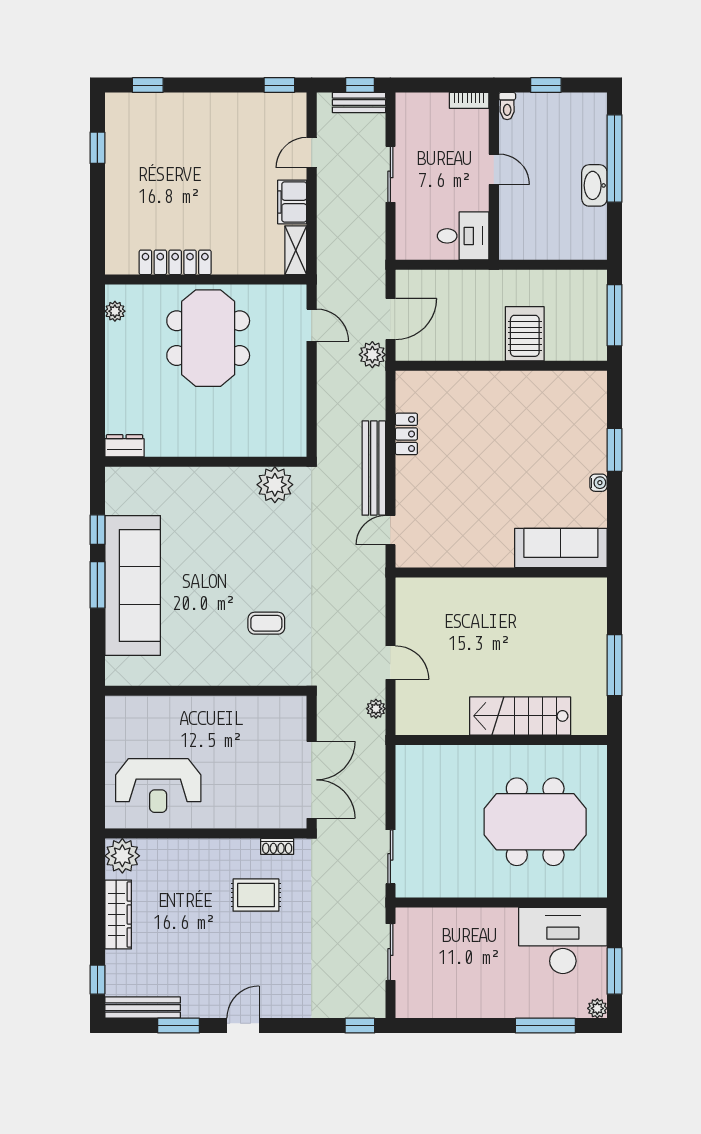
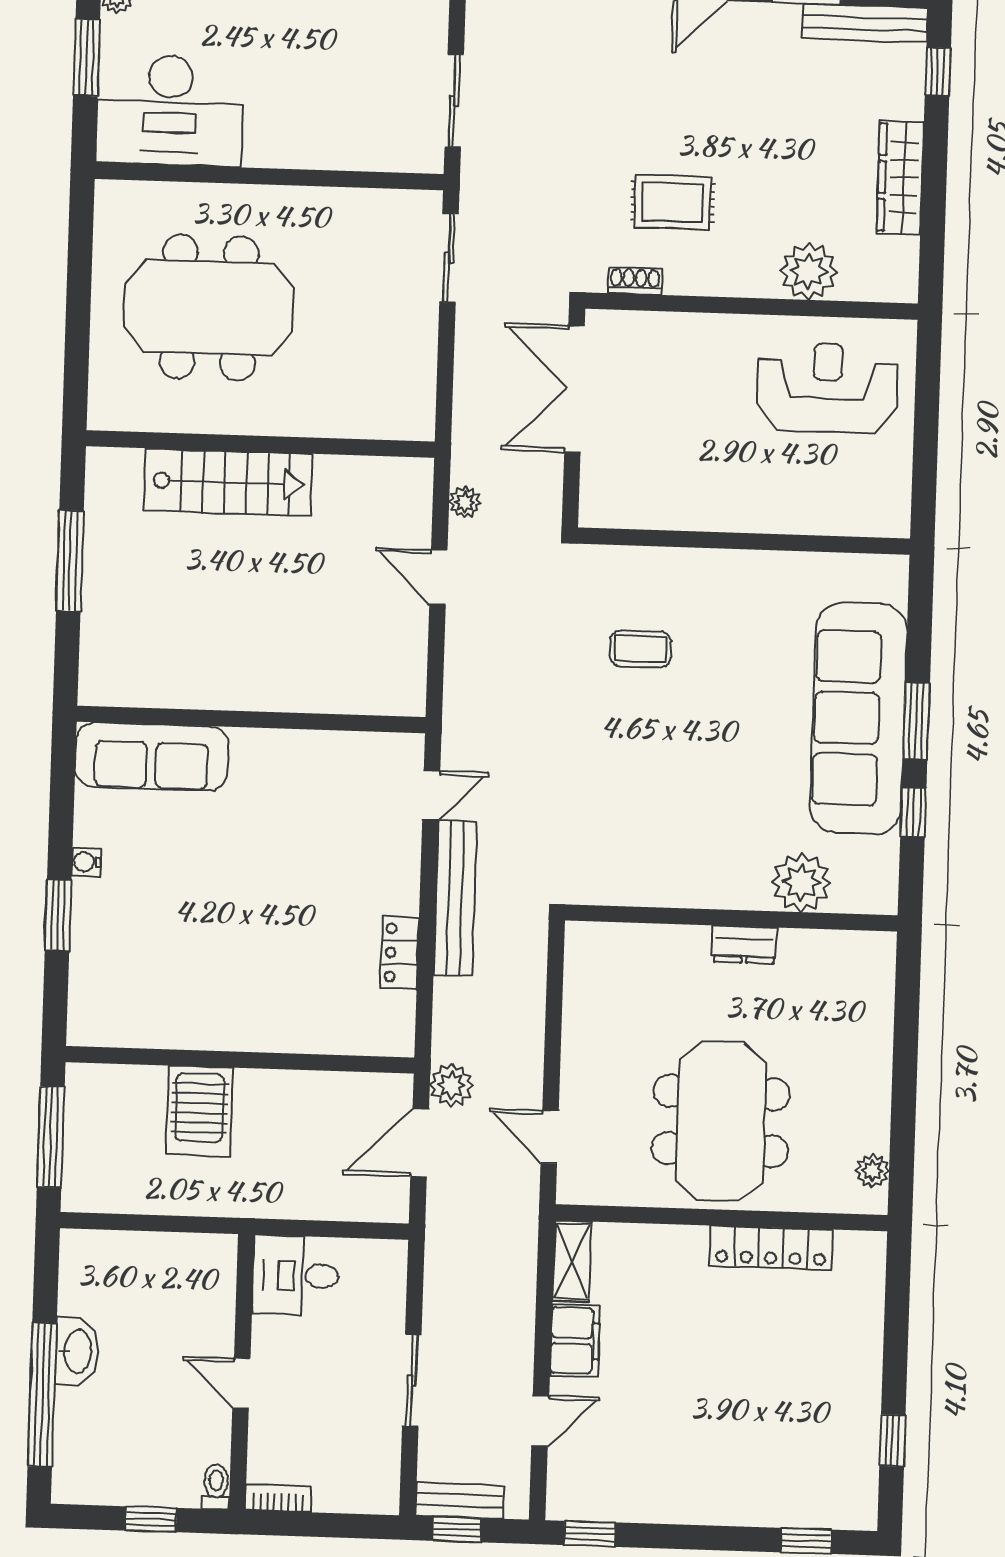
dresser: (124, 446) -> (744, 945), moved
plant: (275, 485) -> (801, 882), moved
plant: (122, 856) -> (809, 271), moved

